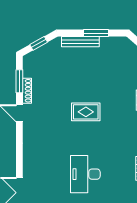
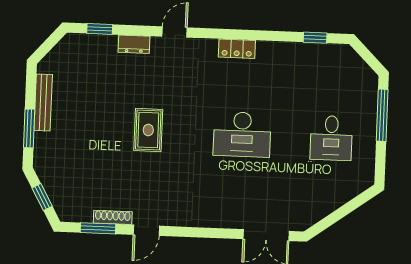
window: (96, 33) -> (29, 128), moved
bench: (80, 42) -> (43, 103), moved

